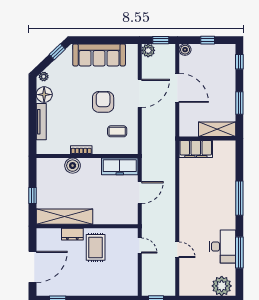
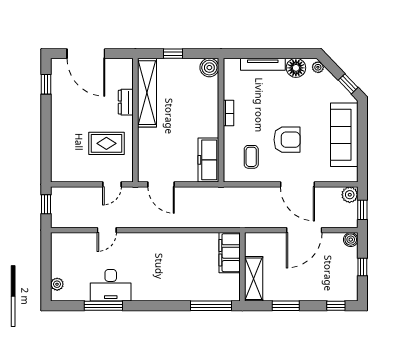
boiler: (73, 166) -> (209, 68), moved
door: (140, 193) -> (161, 184), moved
window: (239, 198) -> (211, 306), moved
rug: (96, 247) -> (106, 143), moved
plant: (222, 286) -> (57, 284), width x0.53, depth x0.53

